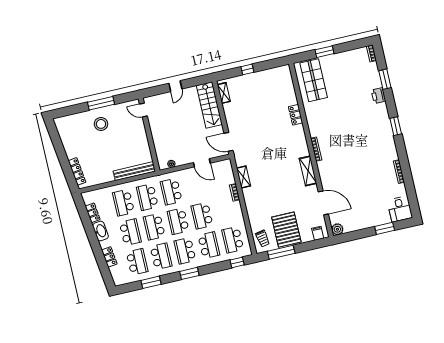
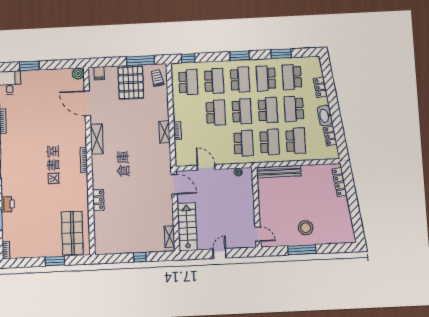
shelving: (244, 177) -> (165, 132), moved
school desk: (209, 245) -> (214, 81), turned 180

